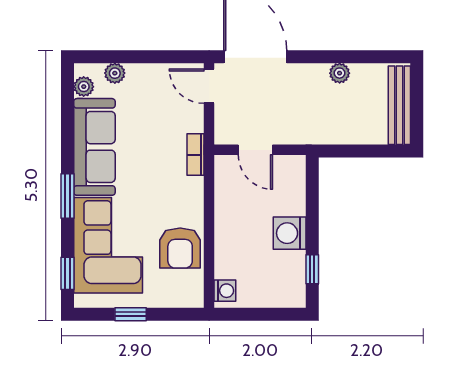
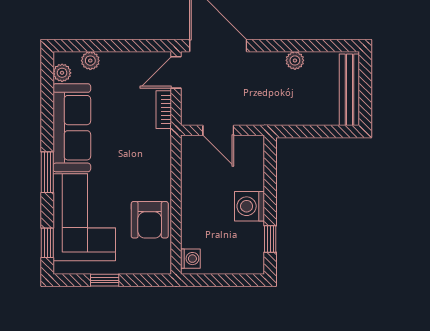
door: (209, 86) -> (176, 72), hinge flipped
bookcase: (196, 155) -> (164, 110), moved

